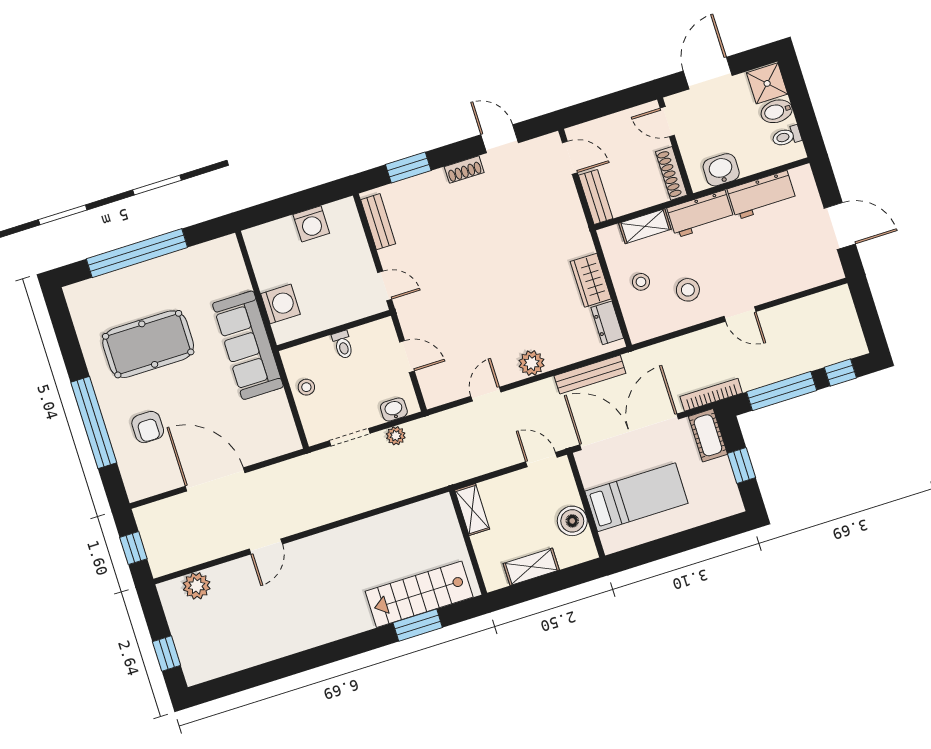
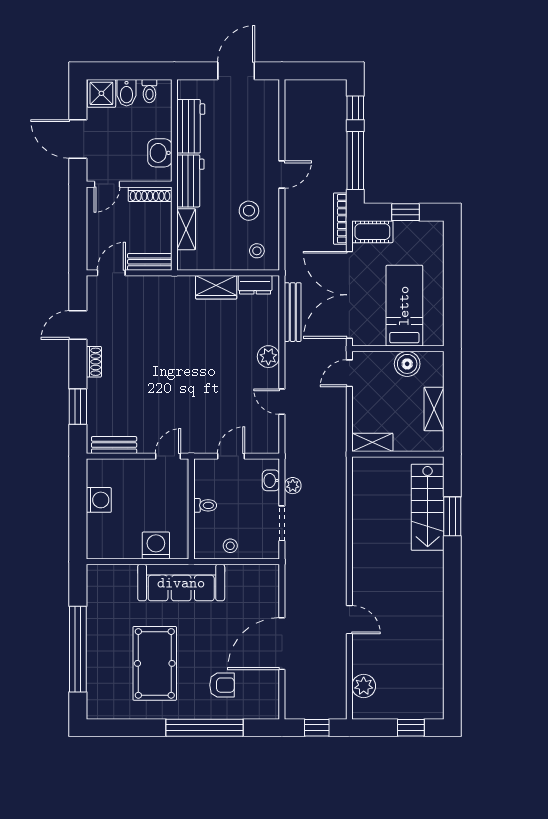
stool: (641, 282) -> (257, 251), moved

